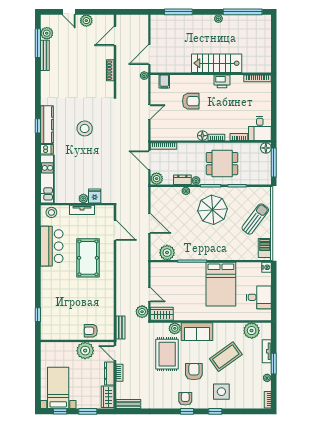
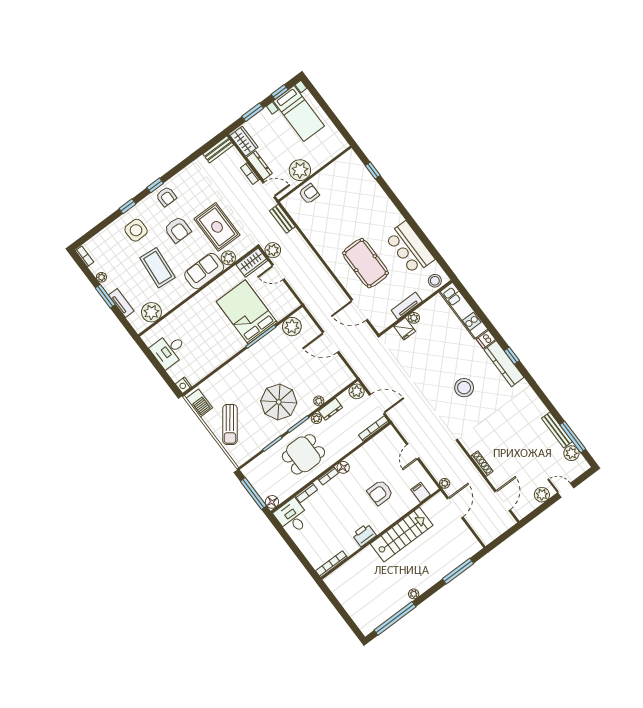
stairs: (217, 63) -> (402, 535), moved
bed: (221, 284) -> (247, 312), moved
coffee table: (226, 357) -> (158, 268), turned -49

